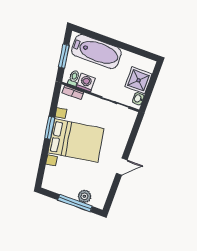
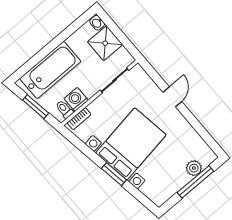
washbasin: (138, 99) -> (97, 23), moved
window: (50, 128) -> (114, 174), moved
door: (122, 167) -> (172, 97), moved

